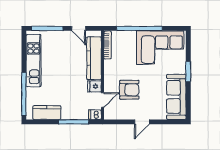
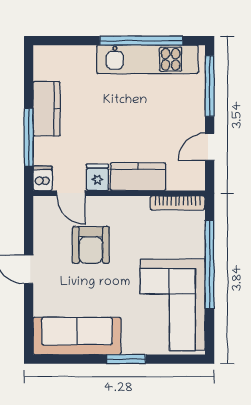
kitchen counter: (94, 58) -> (138, 177), width x0.67
window: (24, 94) -> (141, 41), moved
kitchen counter: (47, 113) -> (47, 109), moved

